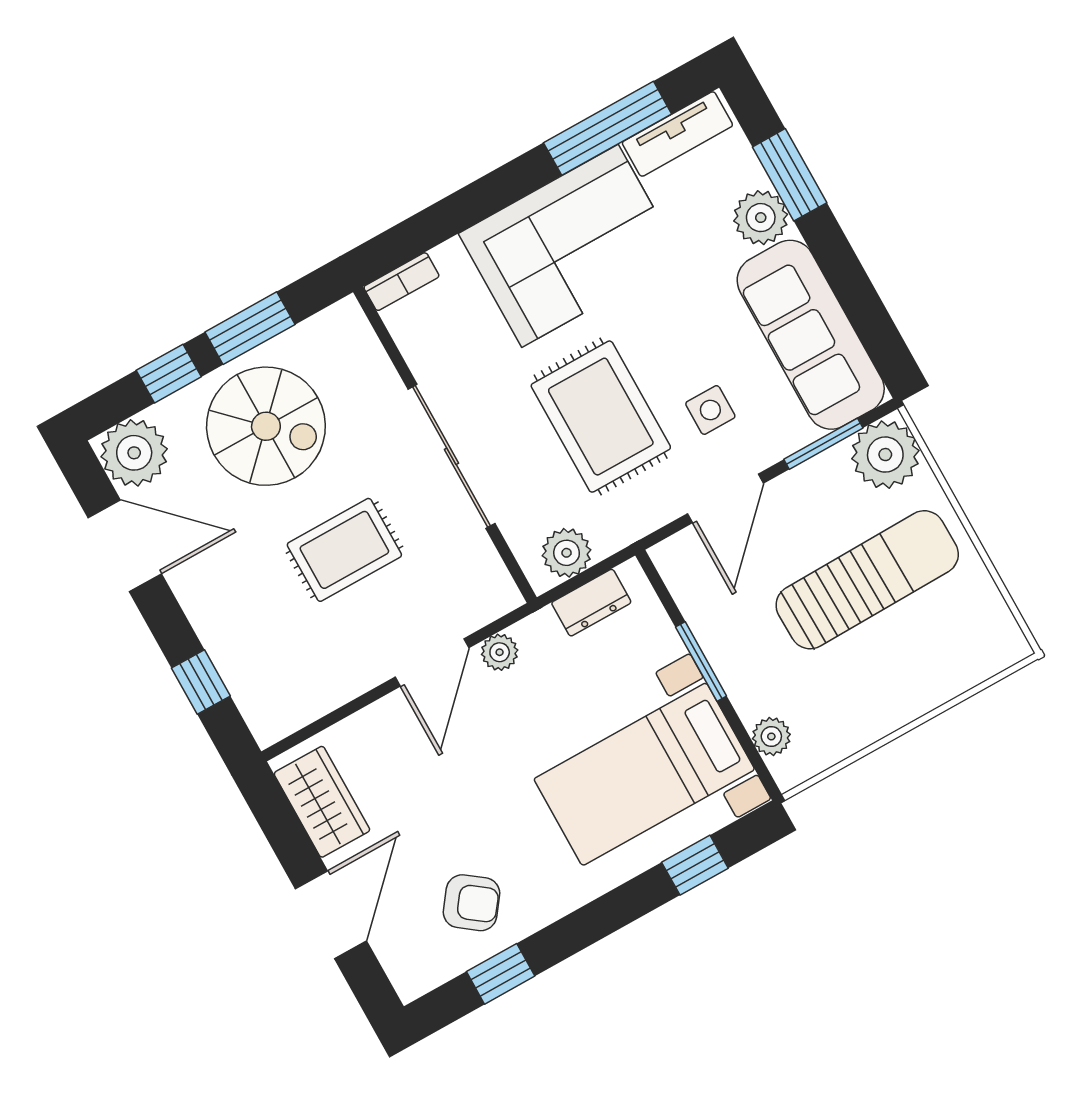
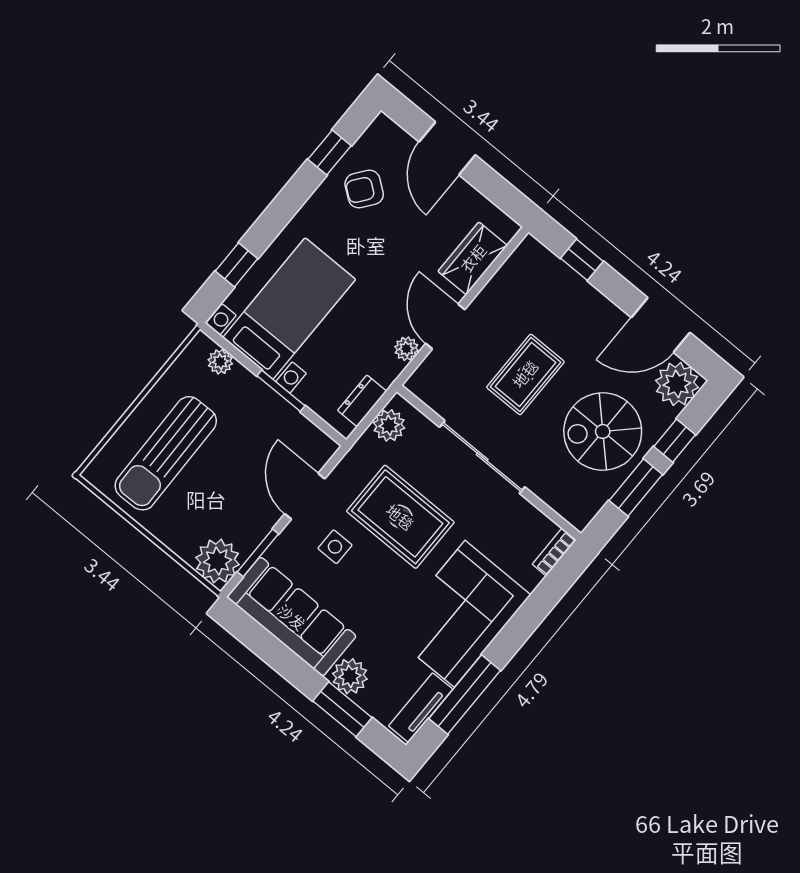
sun lounger: (867, 580) -> (166, 453), moved
wardrobe: (322, 802) -> (473, 258), moved, turned 90

